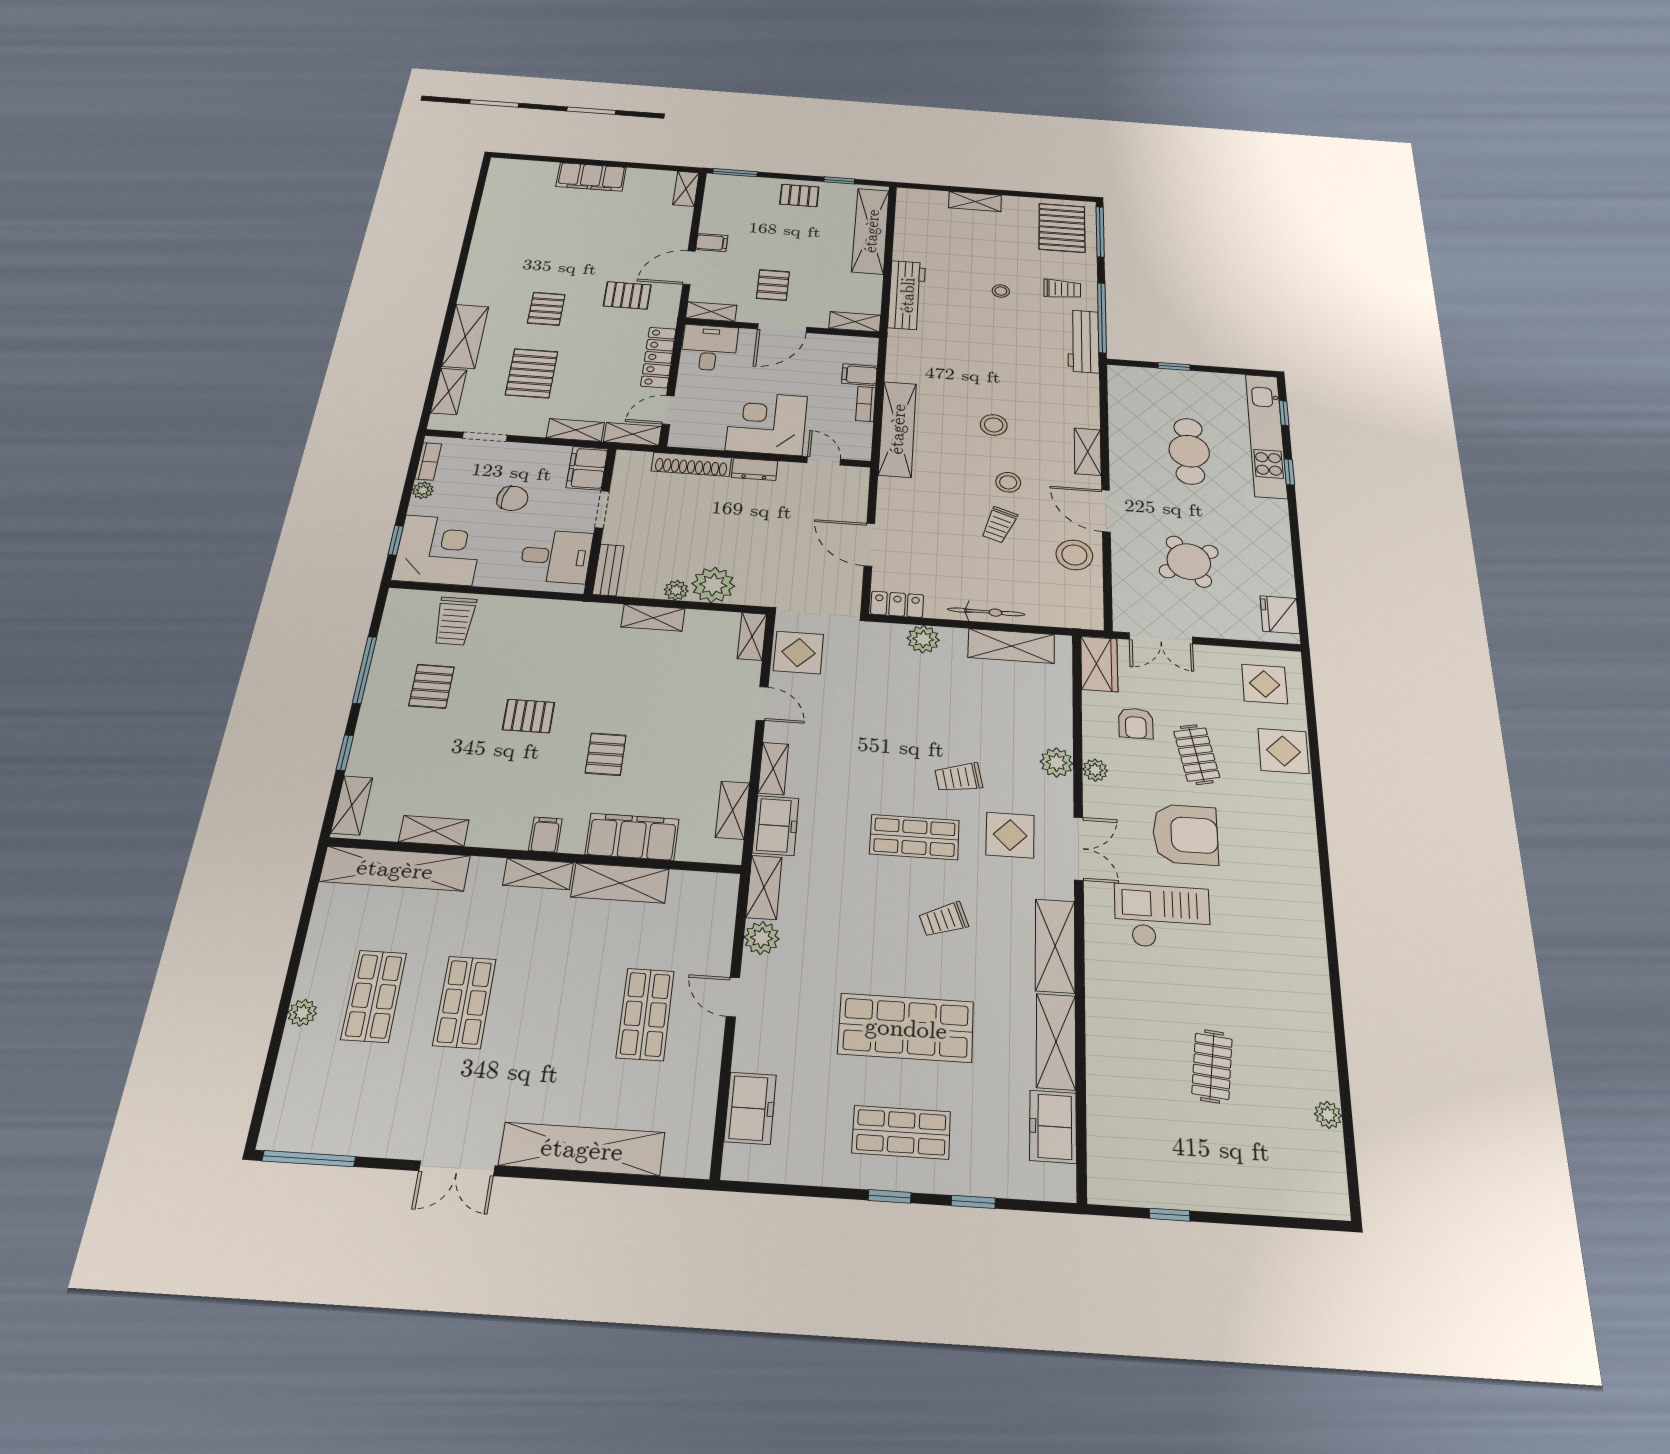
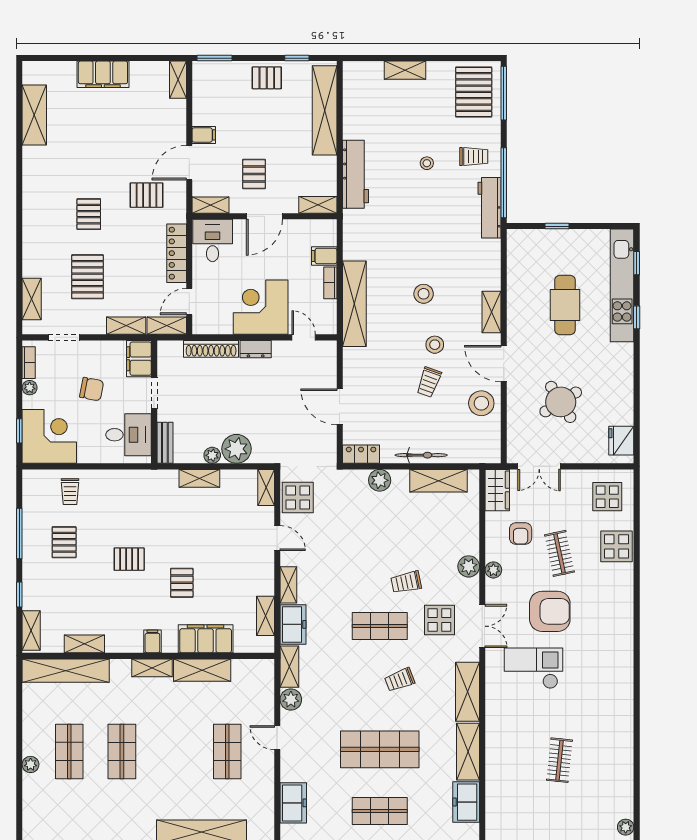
shelving: (465, 336) -> (34, 115), moved
trolley: (455, 621) -> (70, 492), width x0.73, depth x0.72
plant: (1328, 1115) -> (626, 827), moved

